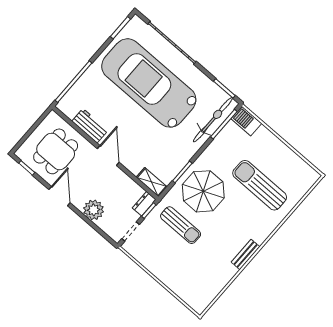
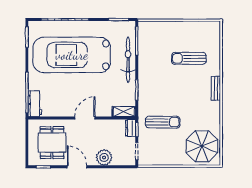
bicycle: (213, 120) -> (128, 60), moved
barbecue: (246, 121) -> (148, 28), removed
workbench: (90, 126) -> (35, 104), moved, turned 90
door: (108, 155) -> (85, 118), hinge flipped
sun lounger: (260, 185) -> (189, 58), width x0.73, depth x0.75
parasol: (203, 191) -> (202, 146), moved
bench: (246, 254) -> (216, 88), moved

